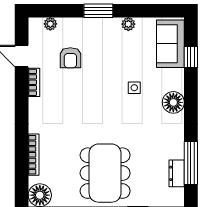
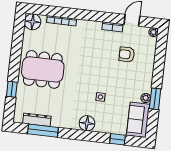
window: (98, 11) -> (155, 99), moved
plant: (50, 24) -> (153, 32), moved
sofa: (170, 44) -> (138, 120), moved, turned -90
dresser: (177, 173) -> (37, 120), width x1.44

